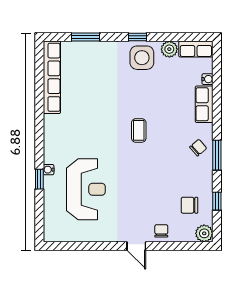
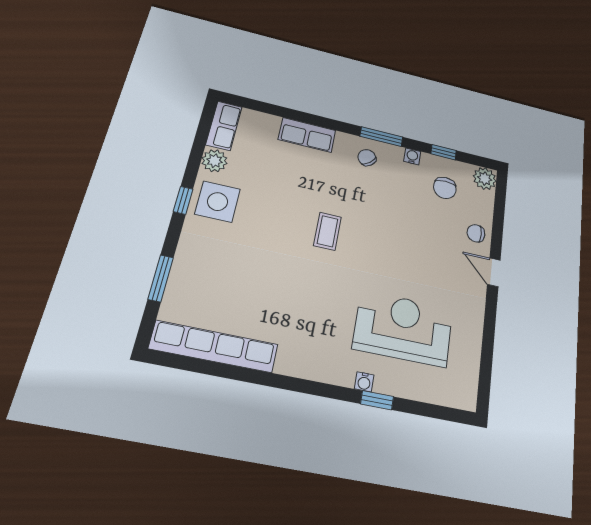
water cooler: (207, 79) -> (412, 156), moved
coffee table: (139, 130) -> (327, 231), turned 90
door: (136, 246) -> (494, 272), swing flipped

